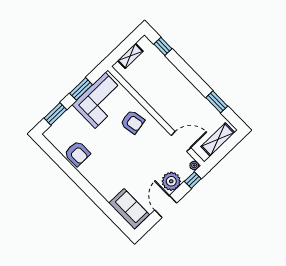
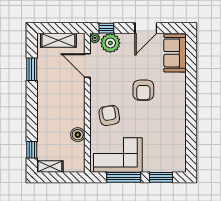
shelving: (130, 56) -> (50, 166), moved
boiler: (141, 88) -> (78, 135), added
window: (81, 89) -> (124, 177), width x1.44
armchair: (77, 154) -> (143, 90), moved, turned 180
plant: (171, 181) -> (110, 43), moved

